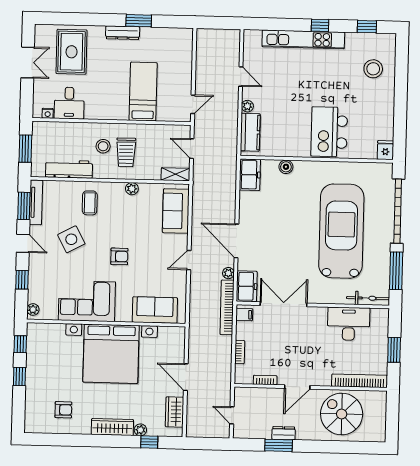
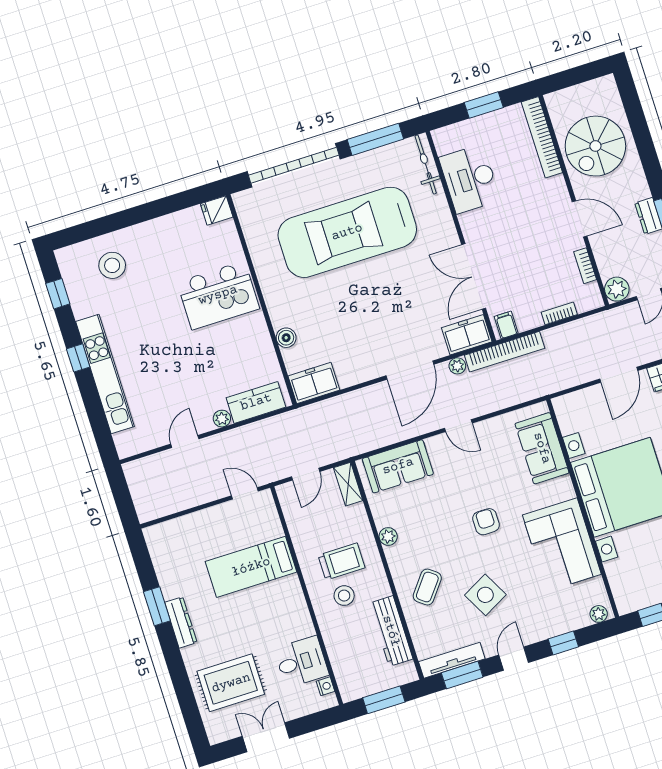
coffee table: (90, 203) -> (427, 587), turned -52
plant: (243, 395) -> (617, 289), added

